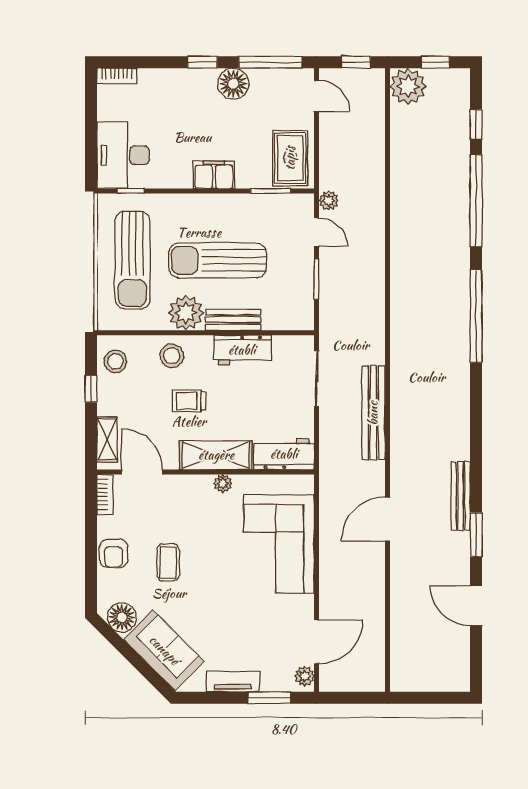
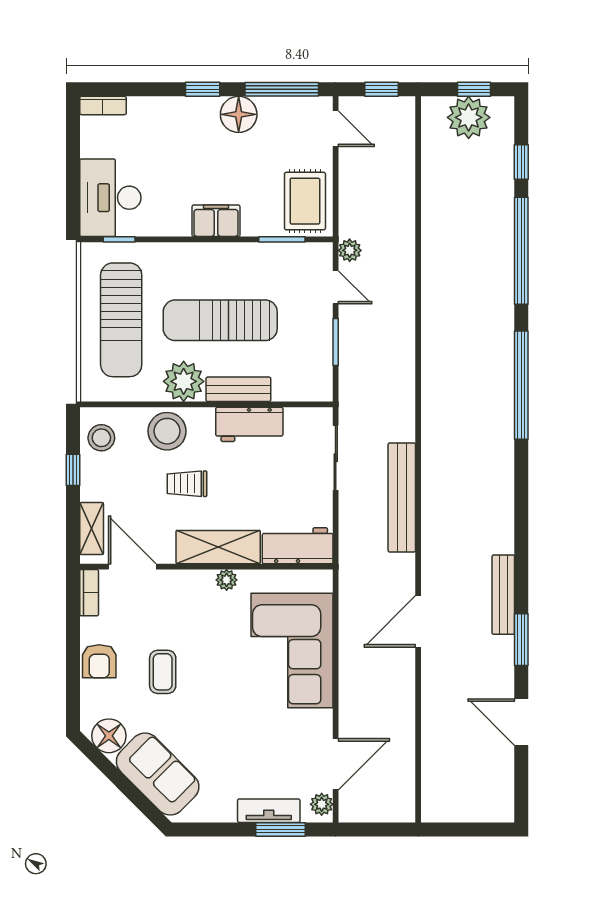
plant: (408, 86) -> (469, 117), moved
stool: (172, 356) -> (167, 431), width x1.38, depth x1.38
tv unit: (233, 682) -> (269, 811), moved

